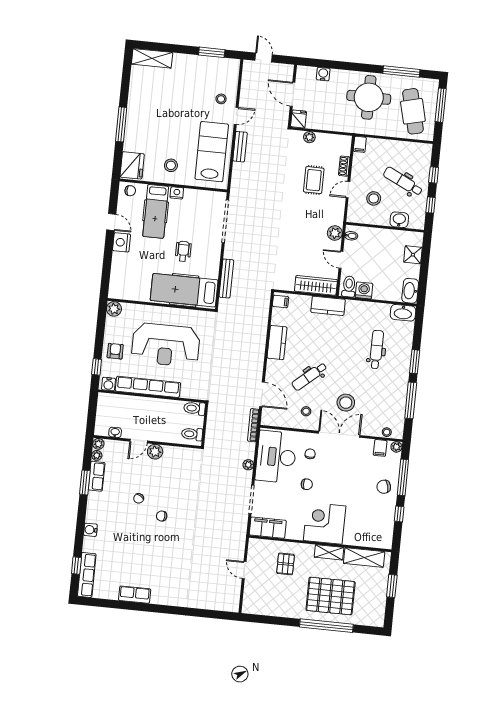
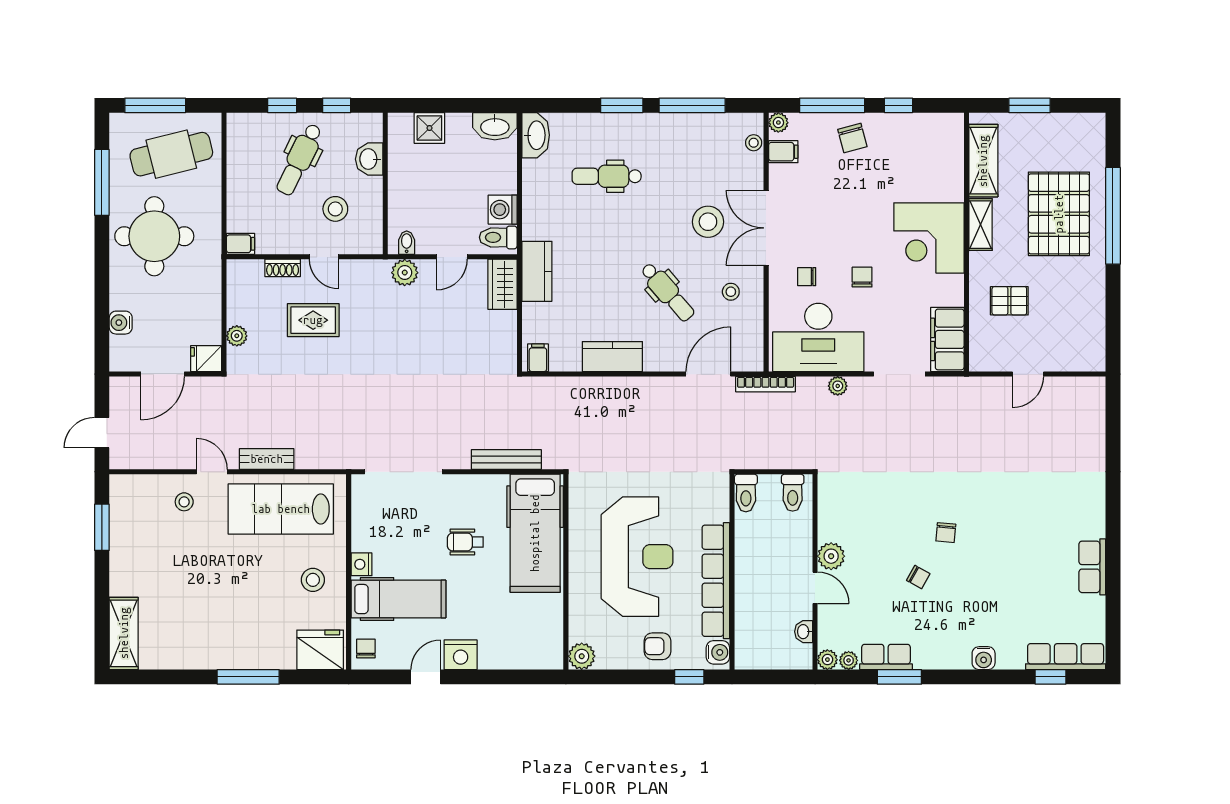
wardrobe: (316, 285) -> (503, 284), width x0.67

